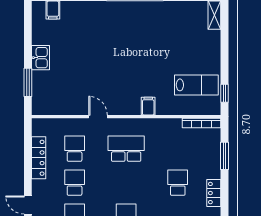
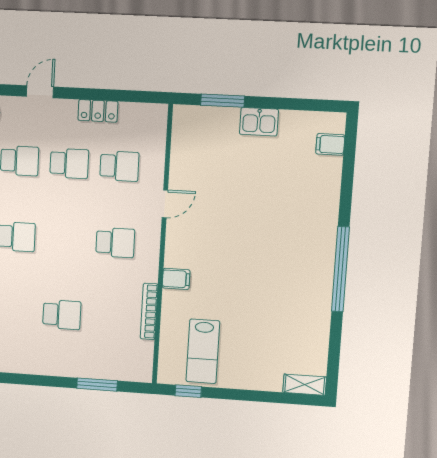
bookcase: (202, 123) -> (149, 311), moved
school desk: (126, 149) -> (115, 243), width x0.54
locker: (39, 158) -> (98, 111), width x0.66
locker: (214, 193) -> (44, 366), removed

